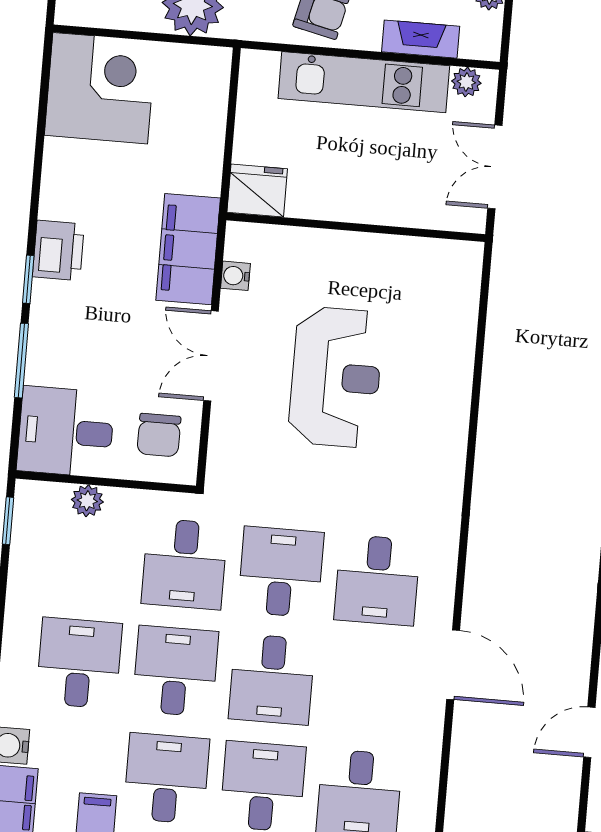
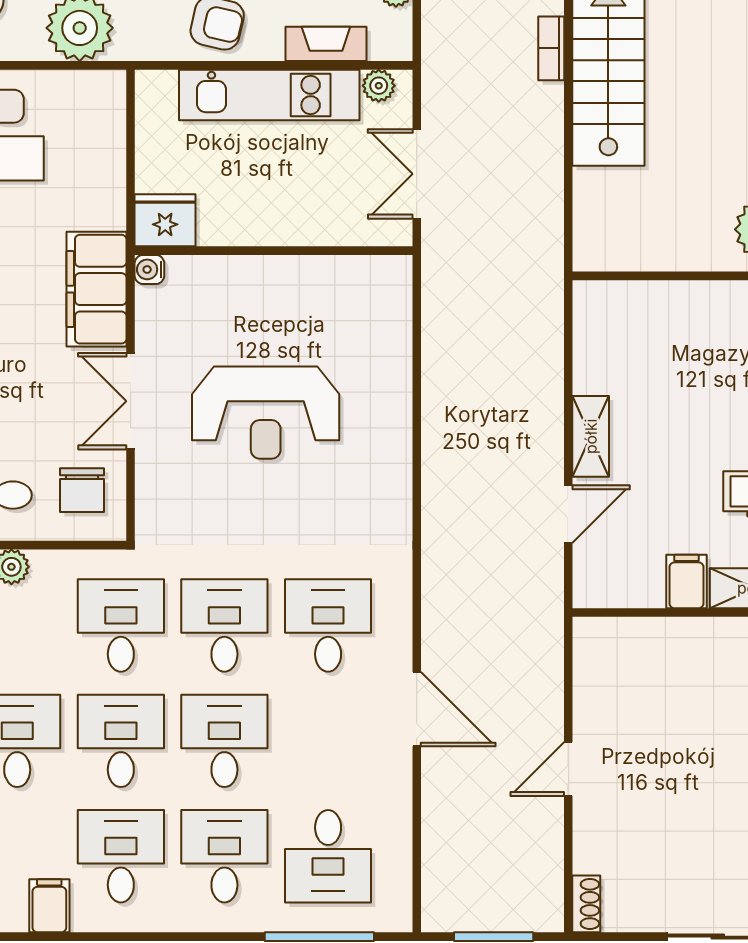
water cooler: (235, 276) -> (149, 269), moved
reception desk: (336, 377) -> (266, 413), turned 90
desk: (184, 564) -> (121, 626), turned 180
desk: (377, 580) -> (328, 626), turned 180
desk: (272, 679) -> (224, 741), turned 180

